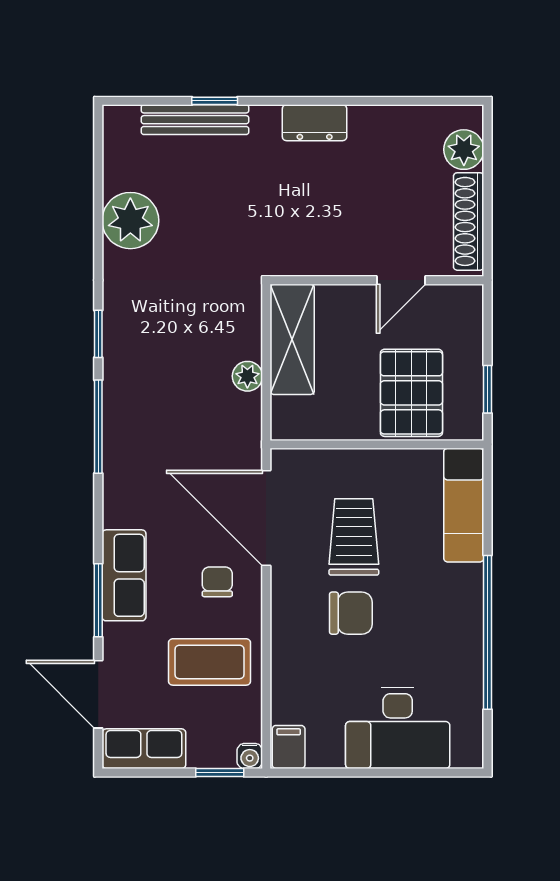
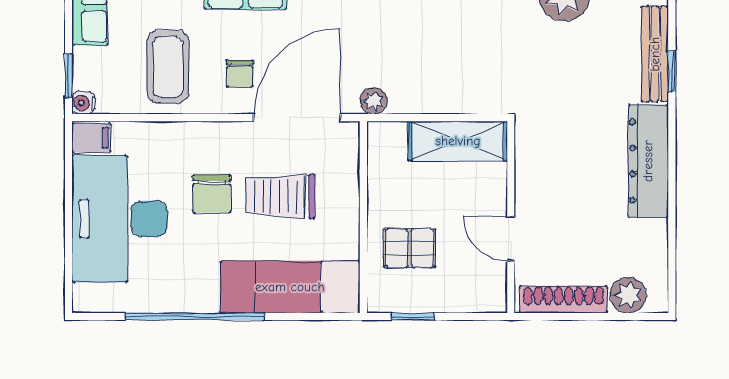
dresser: (315, 123) -> (648, 161), width x1.96, depth x1.24
plant: (247, 376) -> (374, 101), moved
pallet: (411, 393) -> (410, 248), width x0.67, depth x0.71
exam couch: (464, 505) -> (290, 287), width x1.36, depth x1.45
trolley: (354, 537) -> (280, 196), turned 180
chair: (217, 582) -> (240, 74), turned 90
desk: (398, 728) -> (120, 219), width x1.36, depth x1.30

